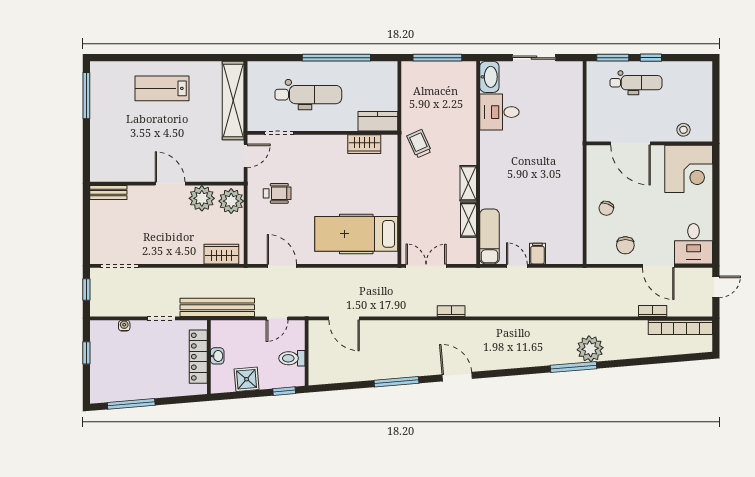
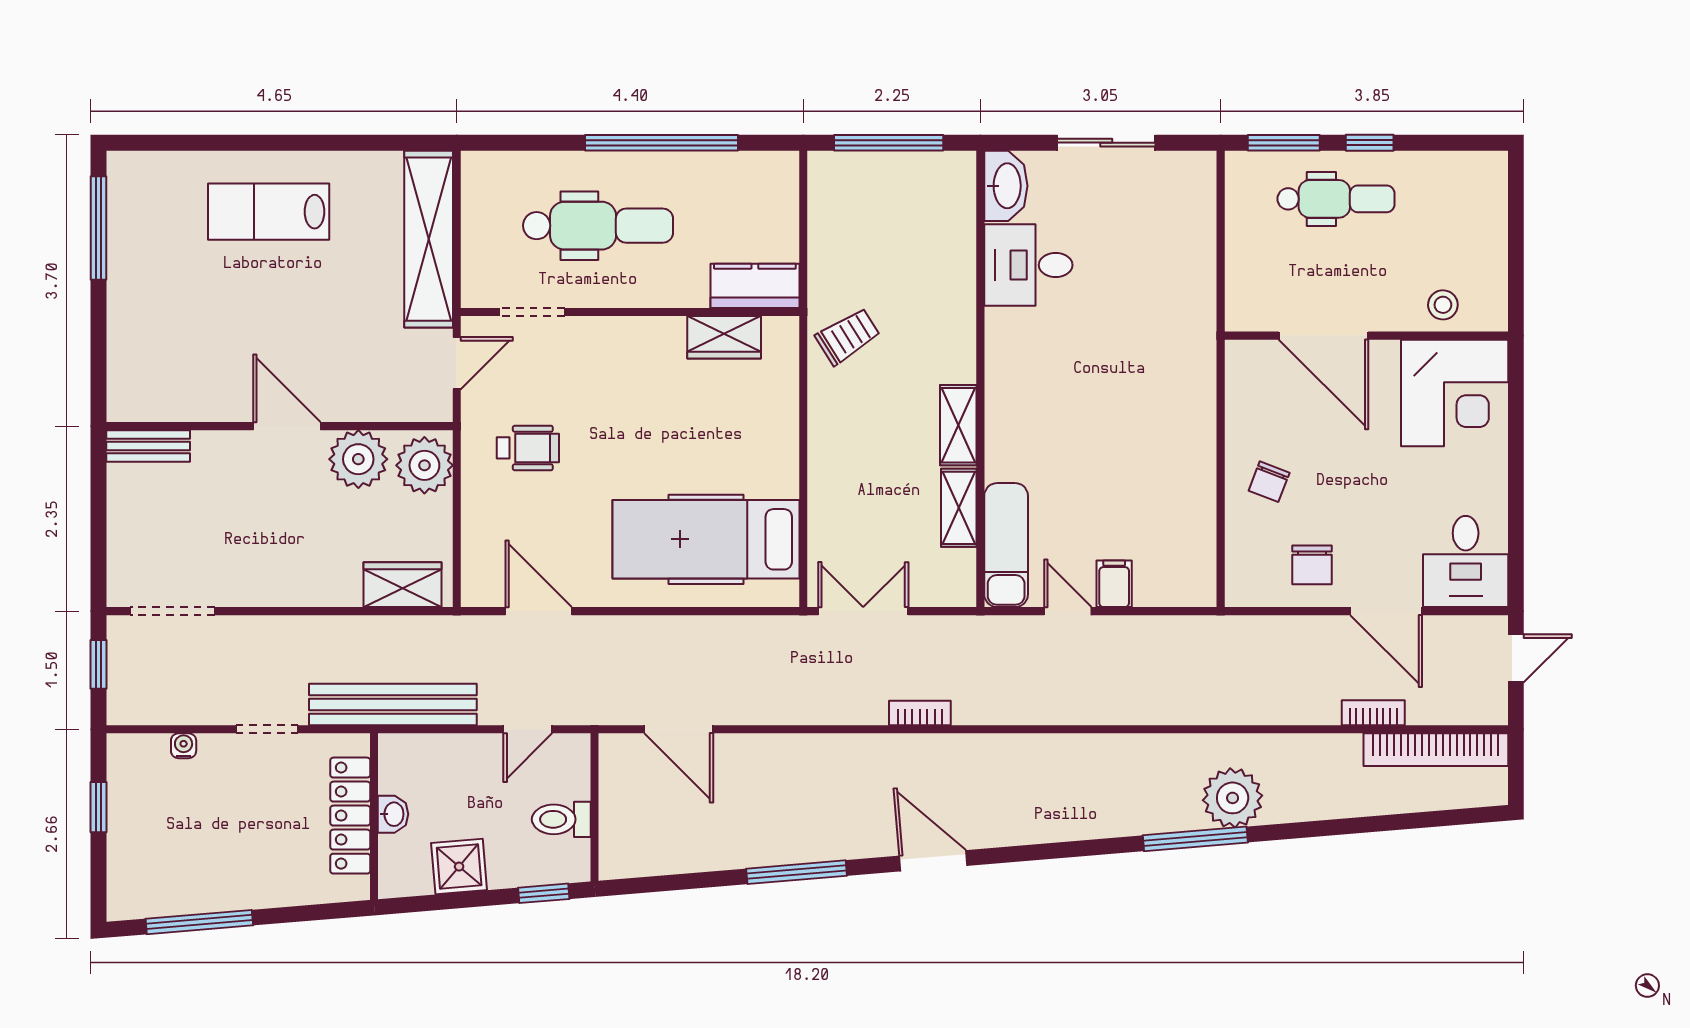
trolley: (419, 144) -> (848, 336), turned 82

